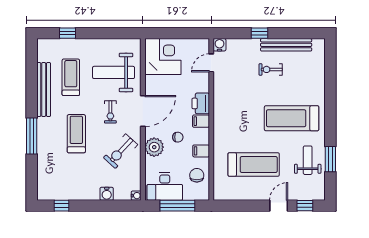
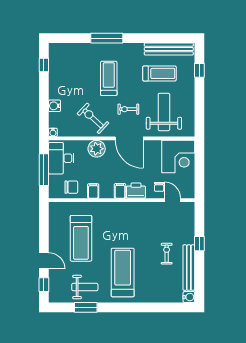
water cooler: (219, 45) -> (189, 297), moved
bench: (44, 90) -> (169, 49), moved
treadmill: (76, 134) -> (109, 78), turned -90
chair: (178, 137) -> (159, 187), moved

